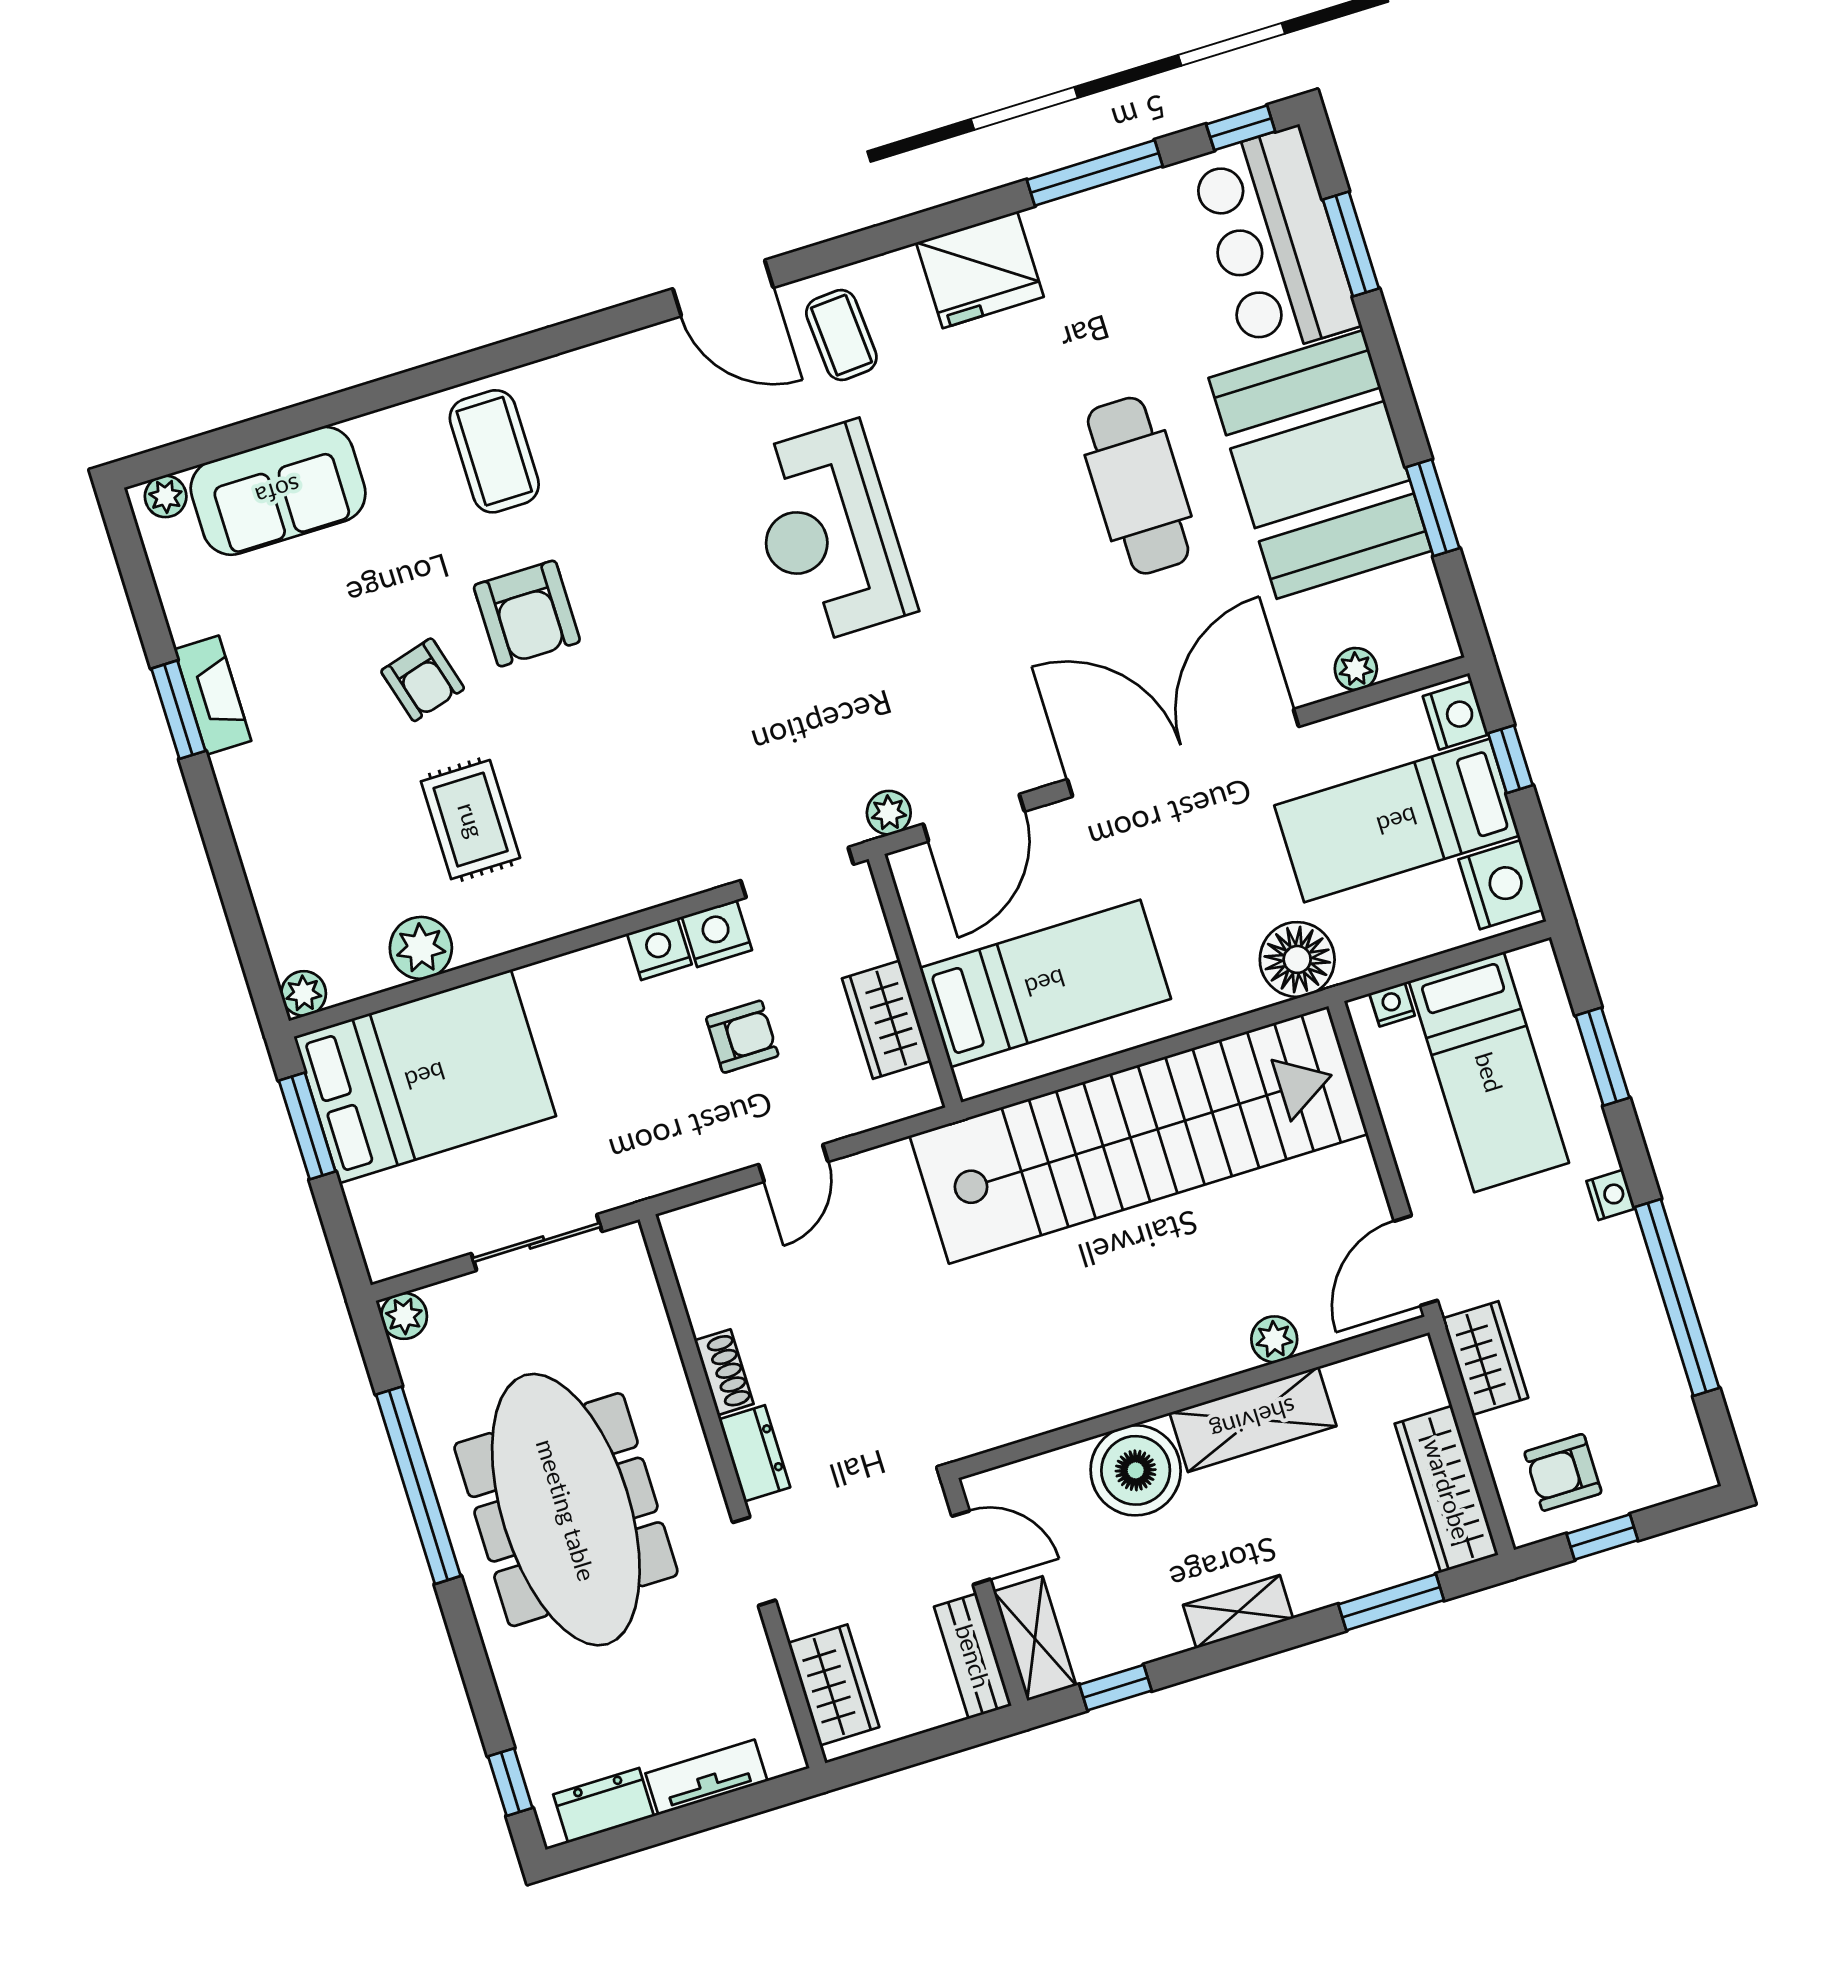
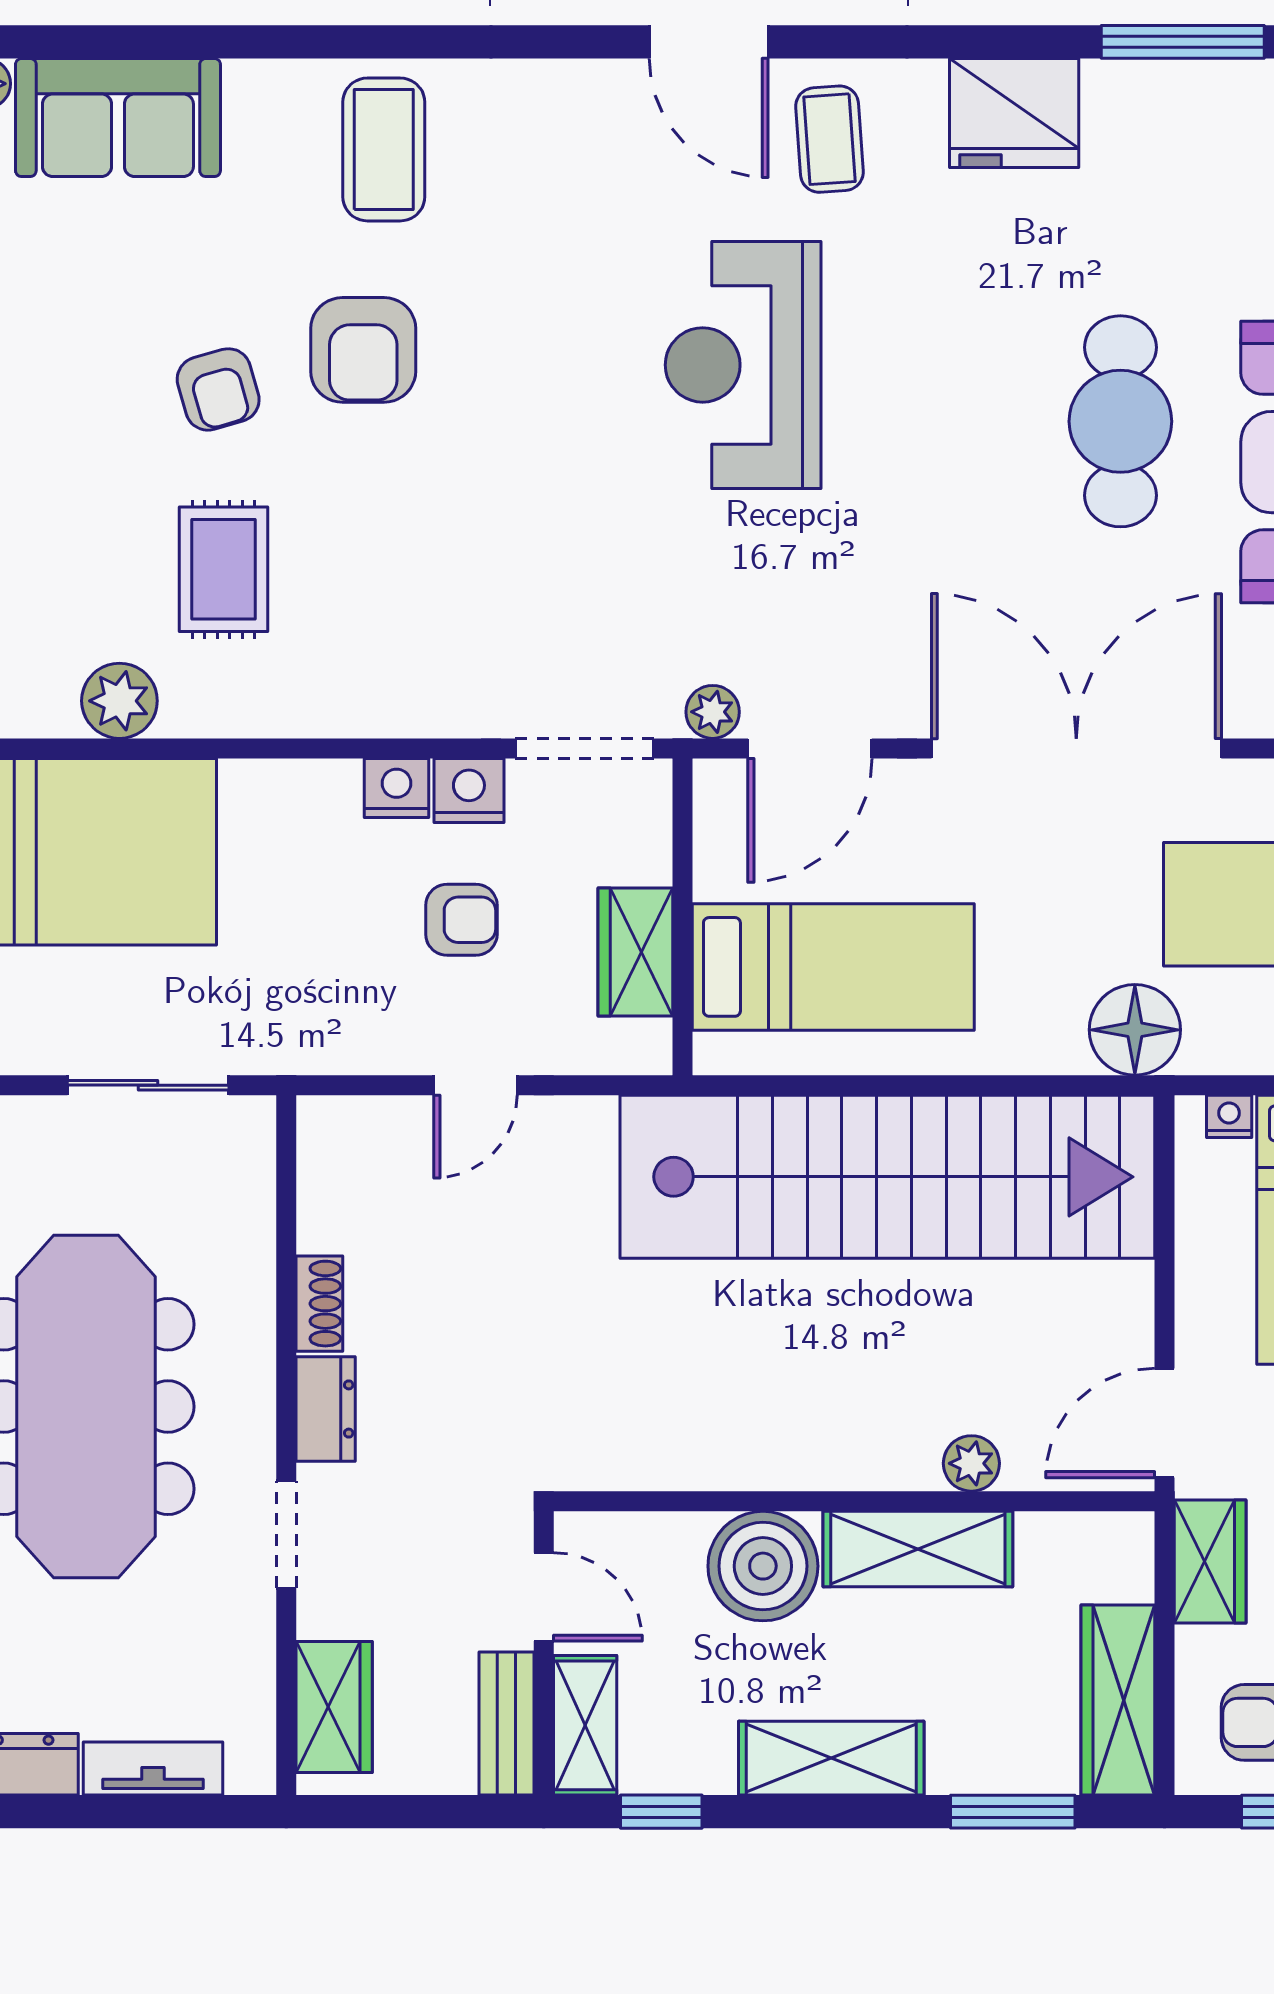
shelving: (1238, 1612) -> (831, 1758), width x1.50, depth x1.33

